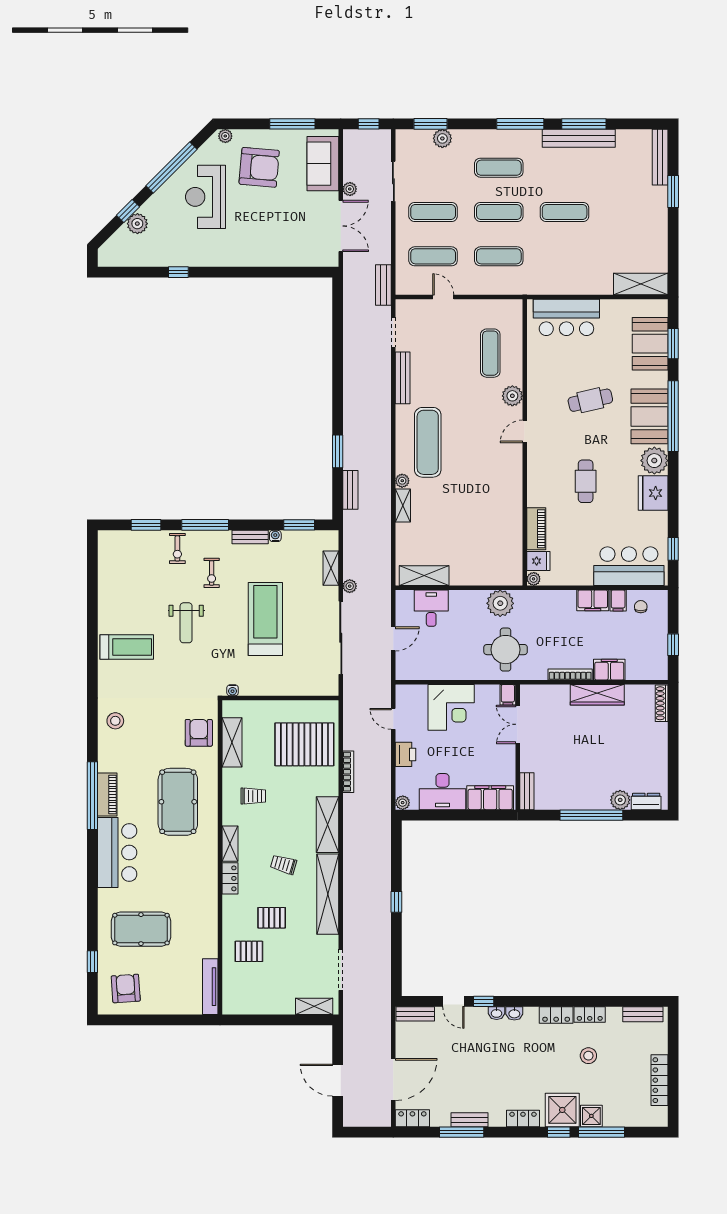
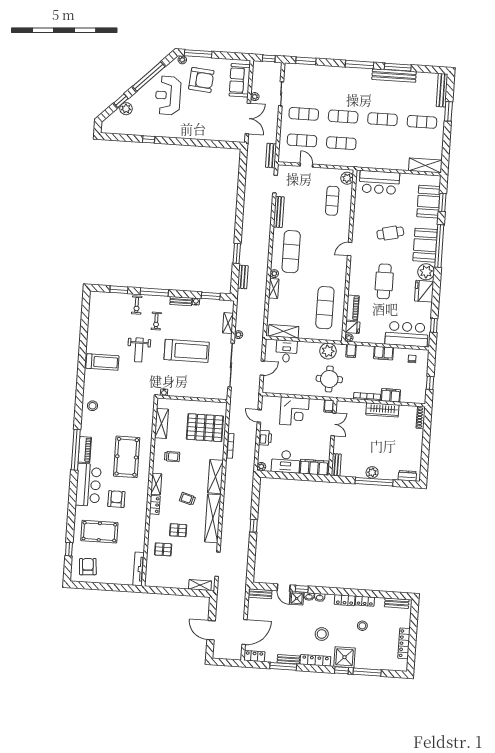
window: (292, 124) -> (198, 54), moved
plant: (442, 138) -> (312, 70), removed
exercise mat: (499, 168) -> (422, 122), moved
plant: (512, 396) -> (347, 178), moved
cafe table: (586, 481) -> (384, 281), width x1.37, depth x1.35
exercise mat: (490, 532) -> (325, 308), added
filing cabinet: (618, 600) -> (351, 351), moved
treadmill: (265, 619) -> (187, 351), turned 90
double door: (518, 724) -> (333, 424), swing flipped
armchair: (199, 733) -> (116, 499), moved
plant: (620, 800) -> (372, 472), moved
stool: (522, 1074) -> (322, 634), added
shower: (591, 1116) -> (297, 598), moved
locker: (523, 1118) -> (315, 660), width x1.53

